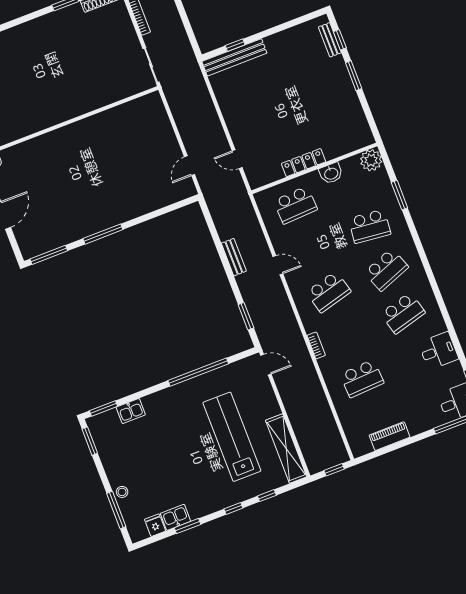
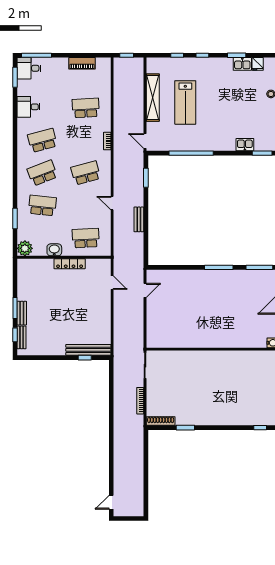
bench: (342, 72) -> (22, 313), added
lab bench: (232, 437) -> (185, 102), width x0.73
shelving: (286, 449) -> (153, 98), moved

